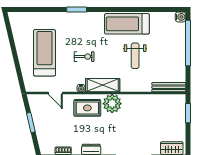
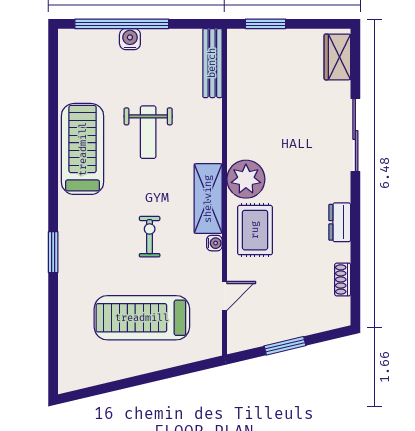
water cooler: (181, 17) -> (130, 39), moved
treadmill: (127, 24) -> (83, 149), turned 180
weight bench: (135, 56) -> (148, 132), turned 90

